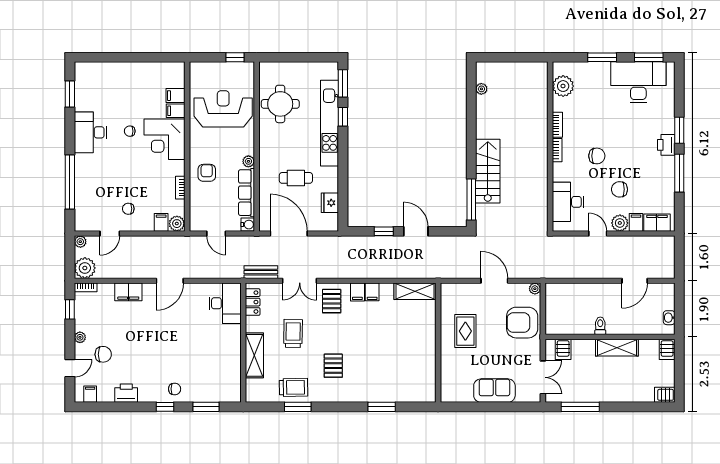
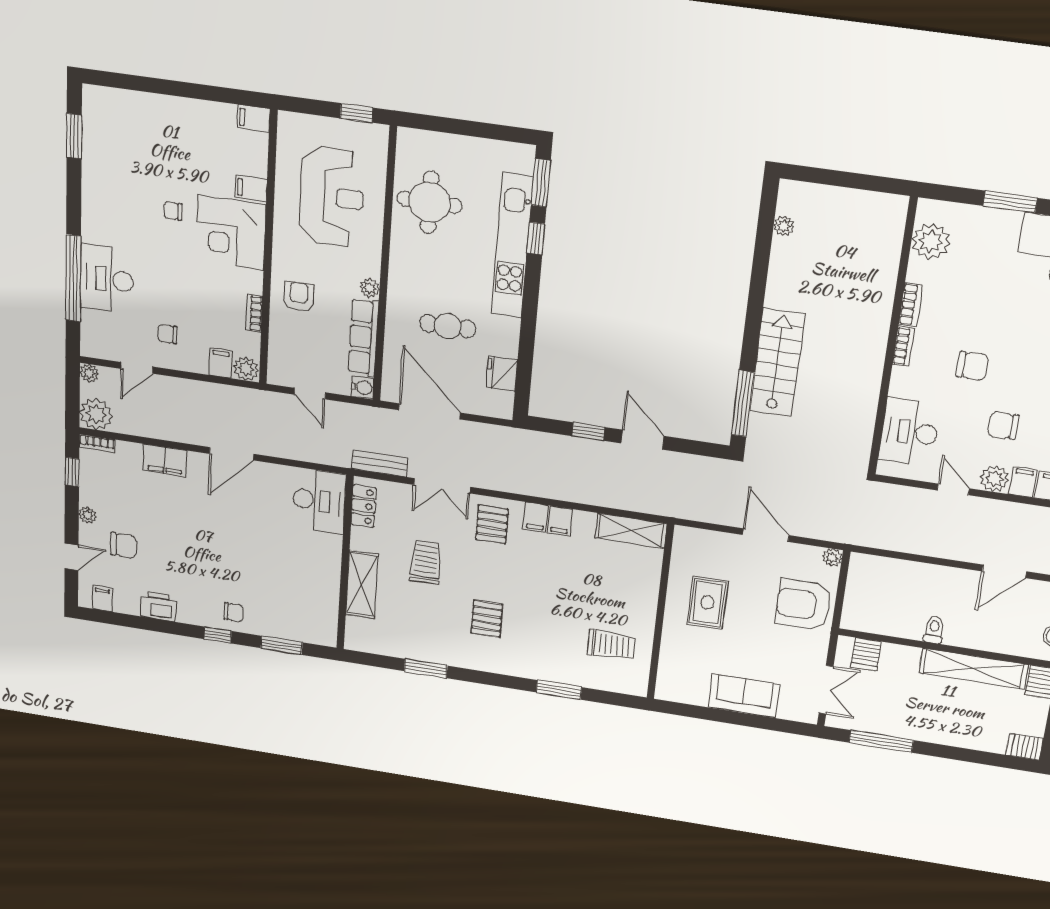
filing cabinet: (176, 96) -> (253, 118), moved
reception desk: (223, 109) -> (332, 197), turned 90
desk: (90, 132) -> (107, 279), moved
shelving: (617, 348) -> (973, 669), width x1.47
trolley: (294, 387) -> (611, 645), moved

